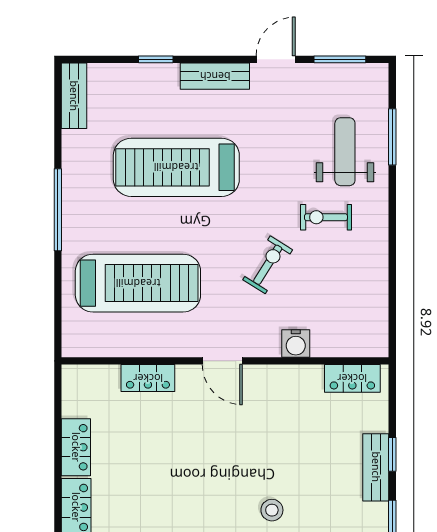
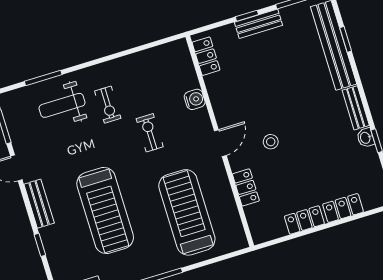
exercise bike: (268, 265) -> (150, 133), turned 58
stool: (272, 510) -> (271, 142), moved

